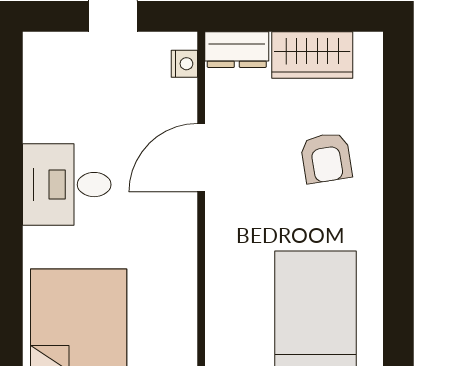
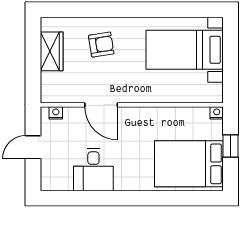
dresser: (237, 50) -> (49, 88), removed
desk: (67, 185) -> (93, 170), moved

